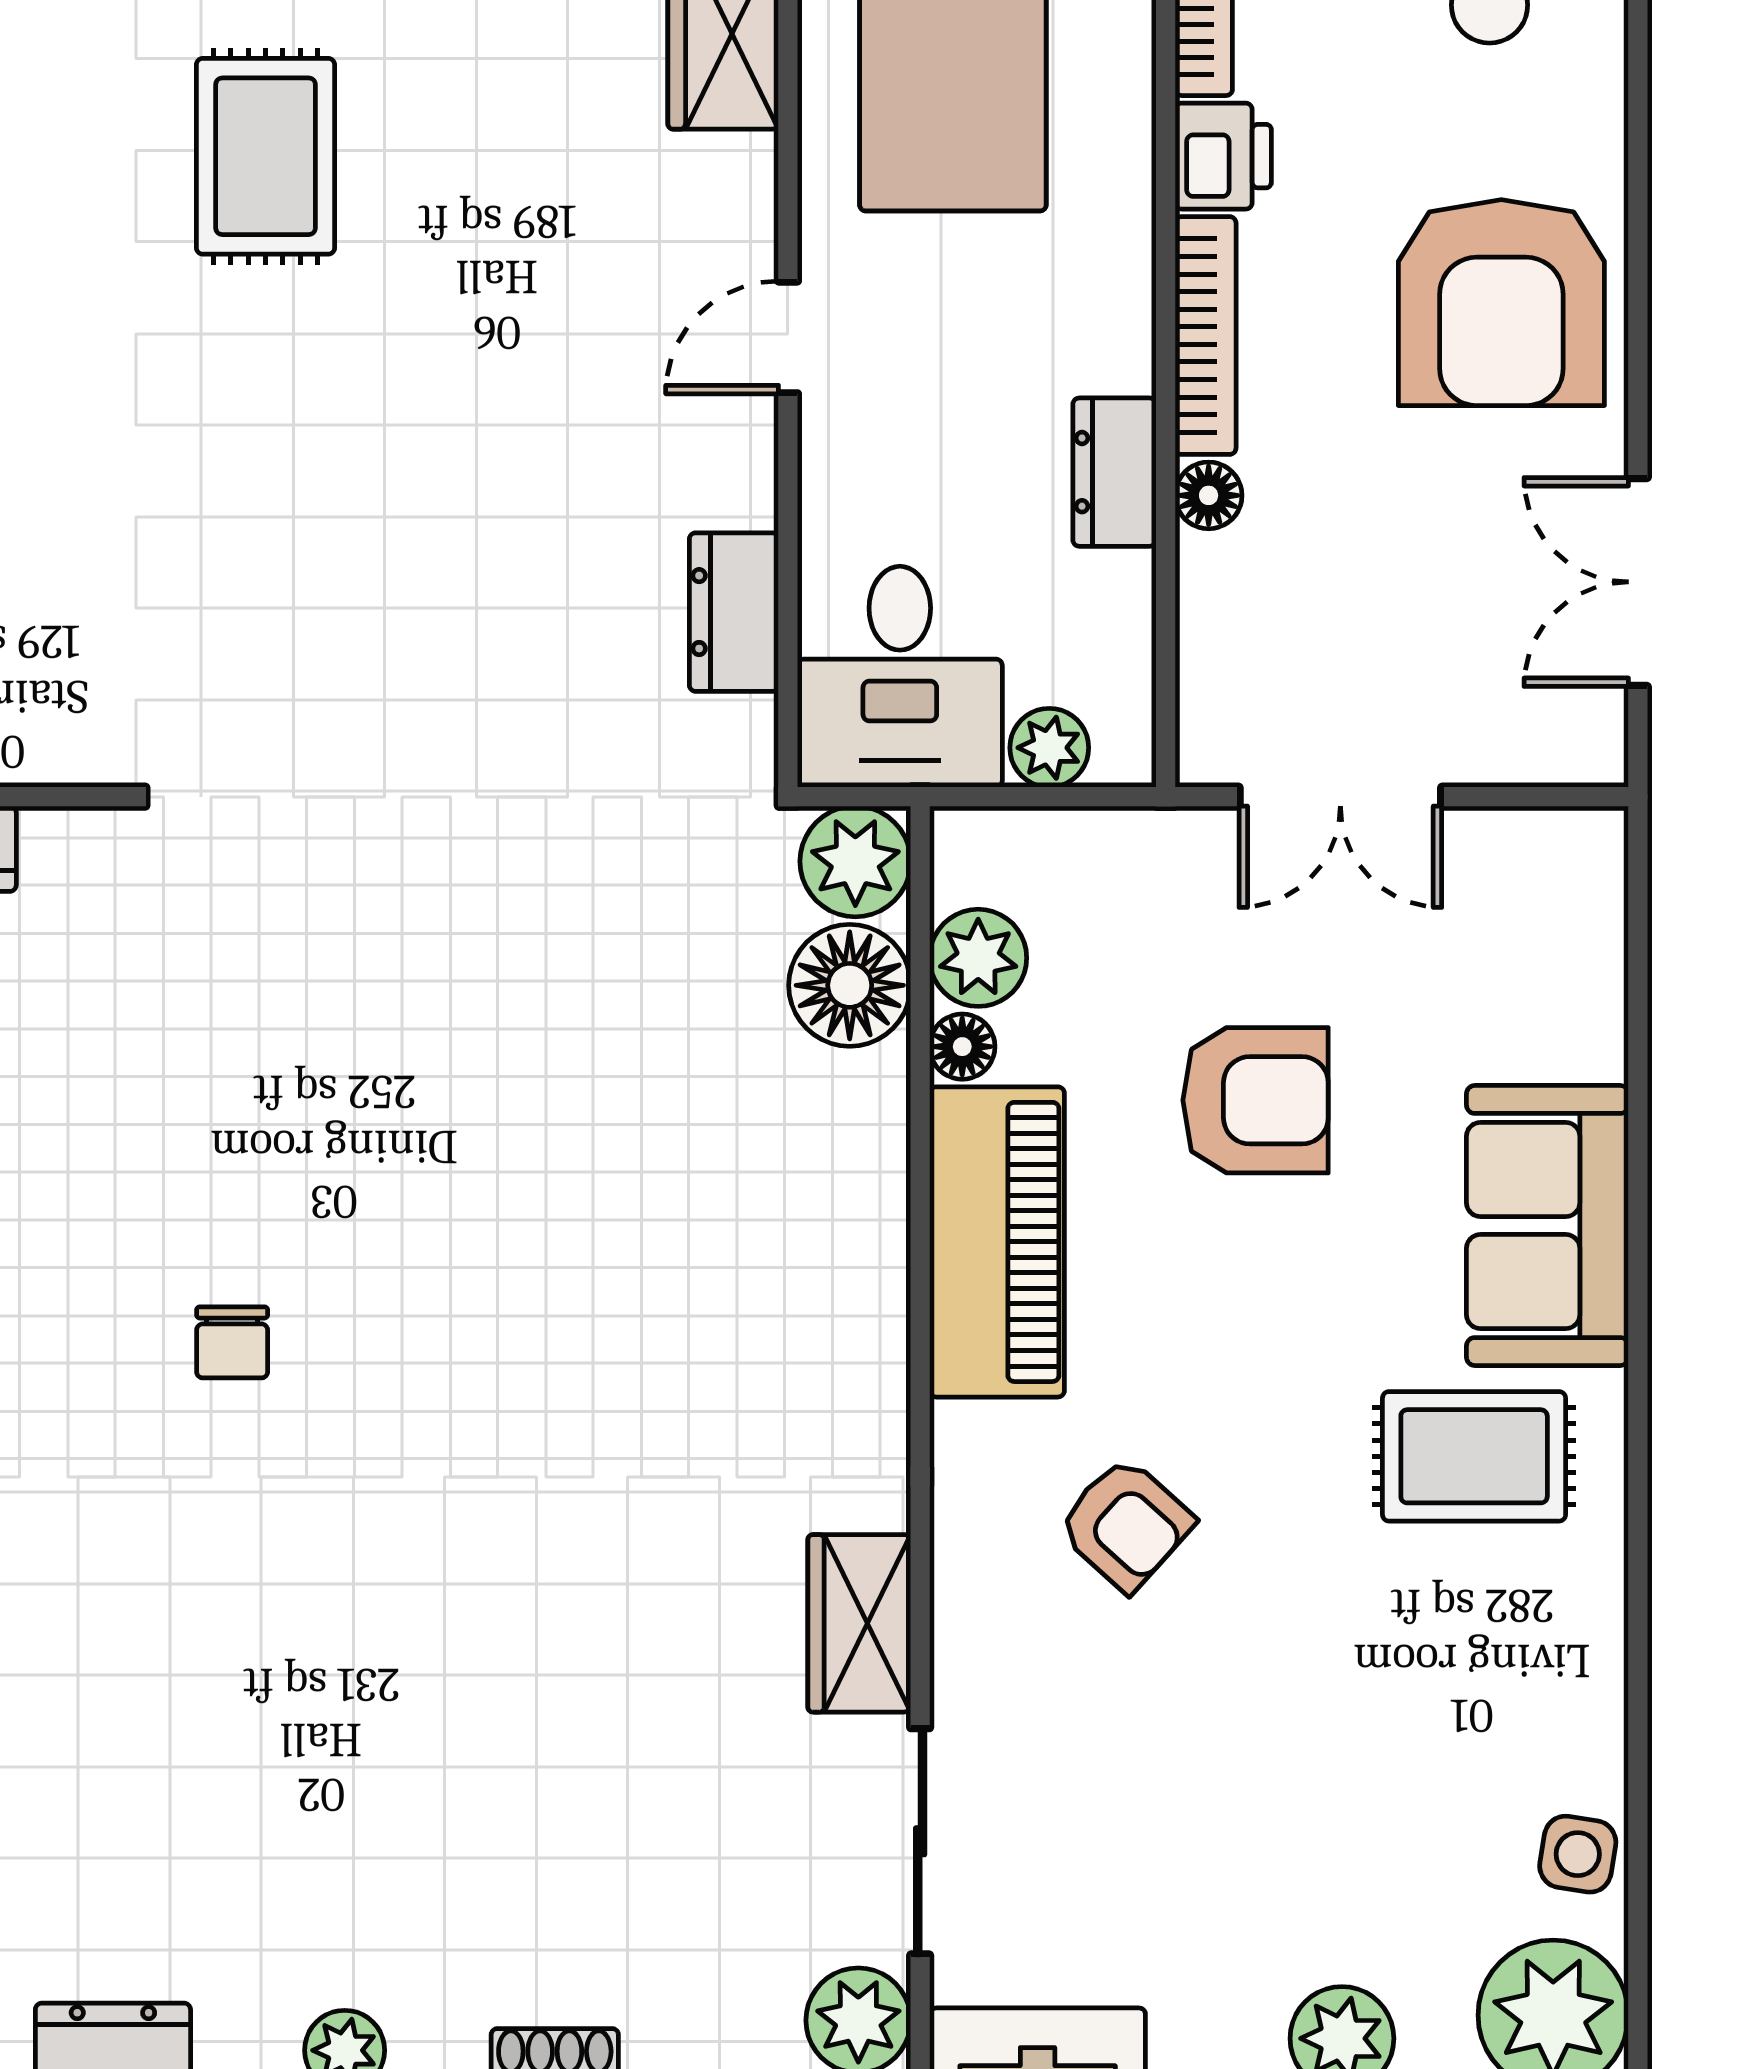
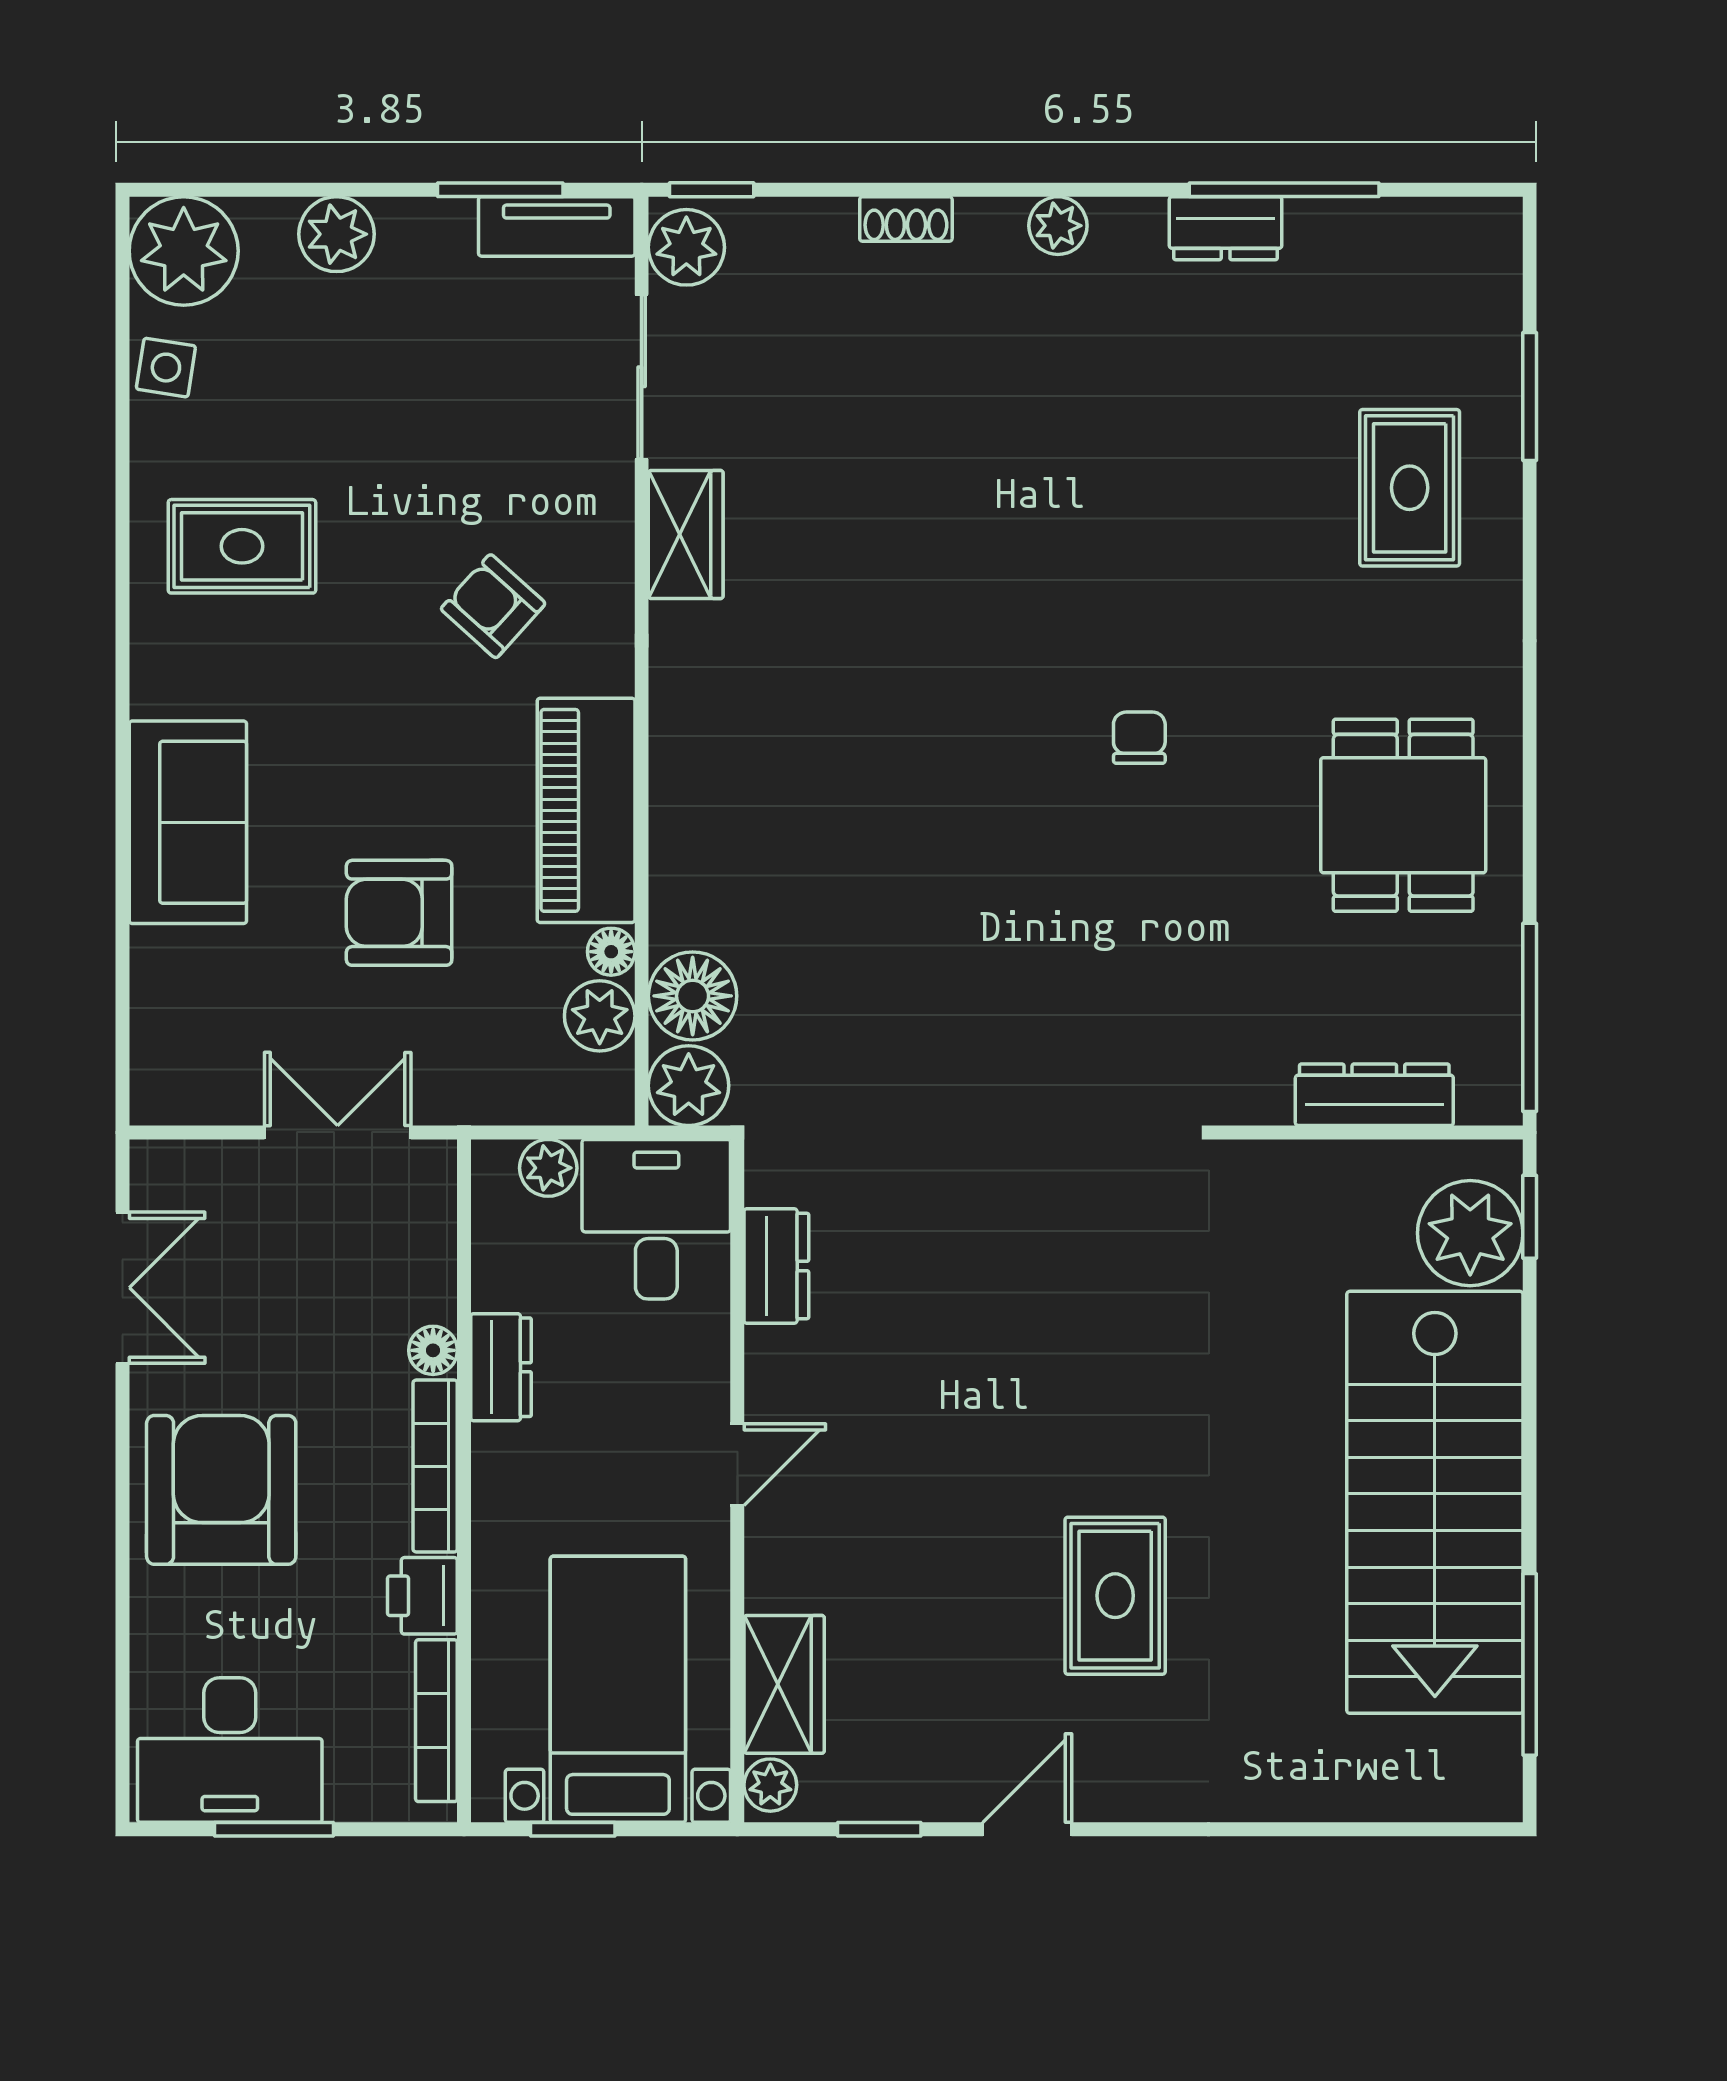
rug: (1474, 1456) -> (242, 546), moved

